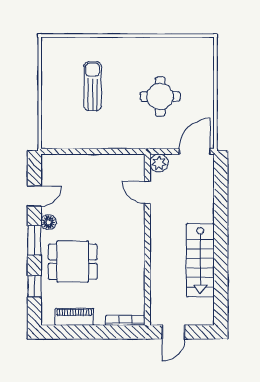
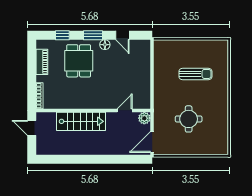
door: (195, 151) -> (152, 142), swing flipped
stairs: (200, 260) -> (81, 121), moved, turned 180

